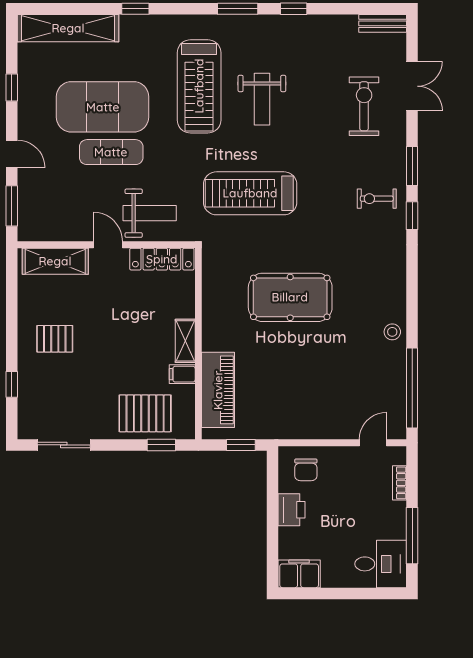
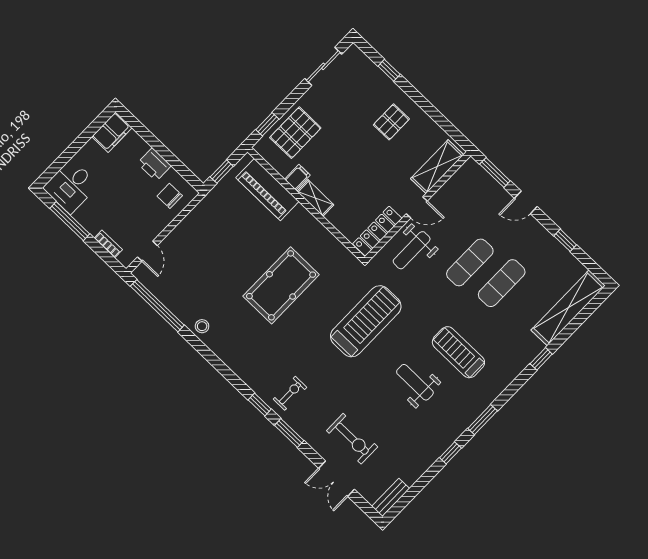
treadmill: (199, 86) -> (458, 352), width x0.73, depth x0.73
exercise mat: (103, 107) -> (502, 283), width x0.50, depth x0.69

